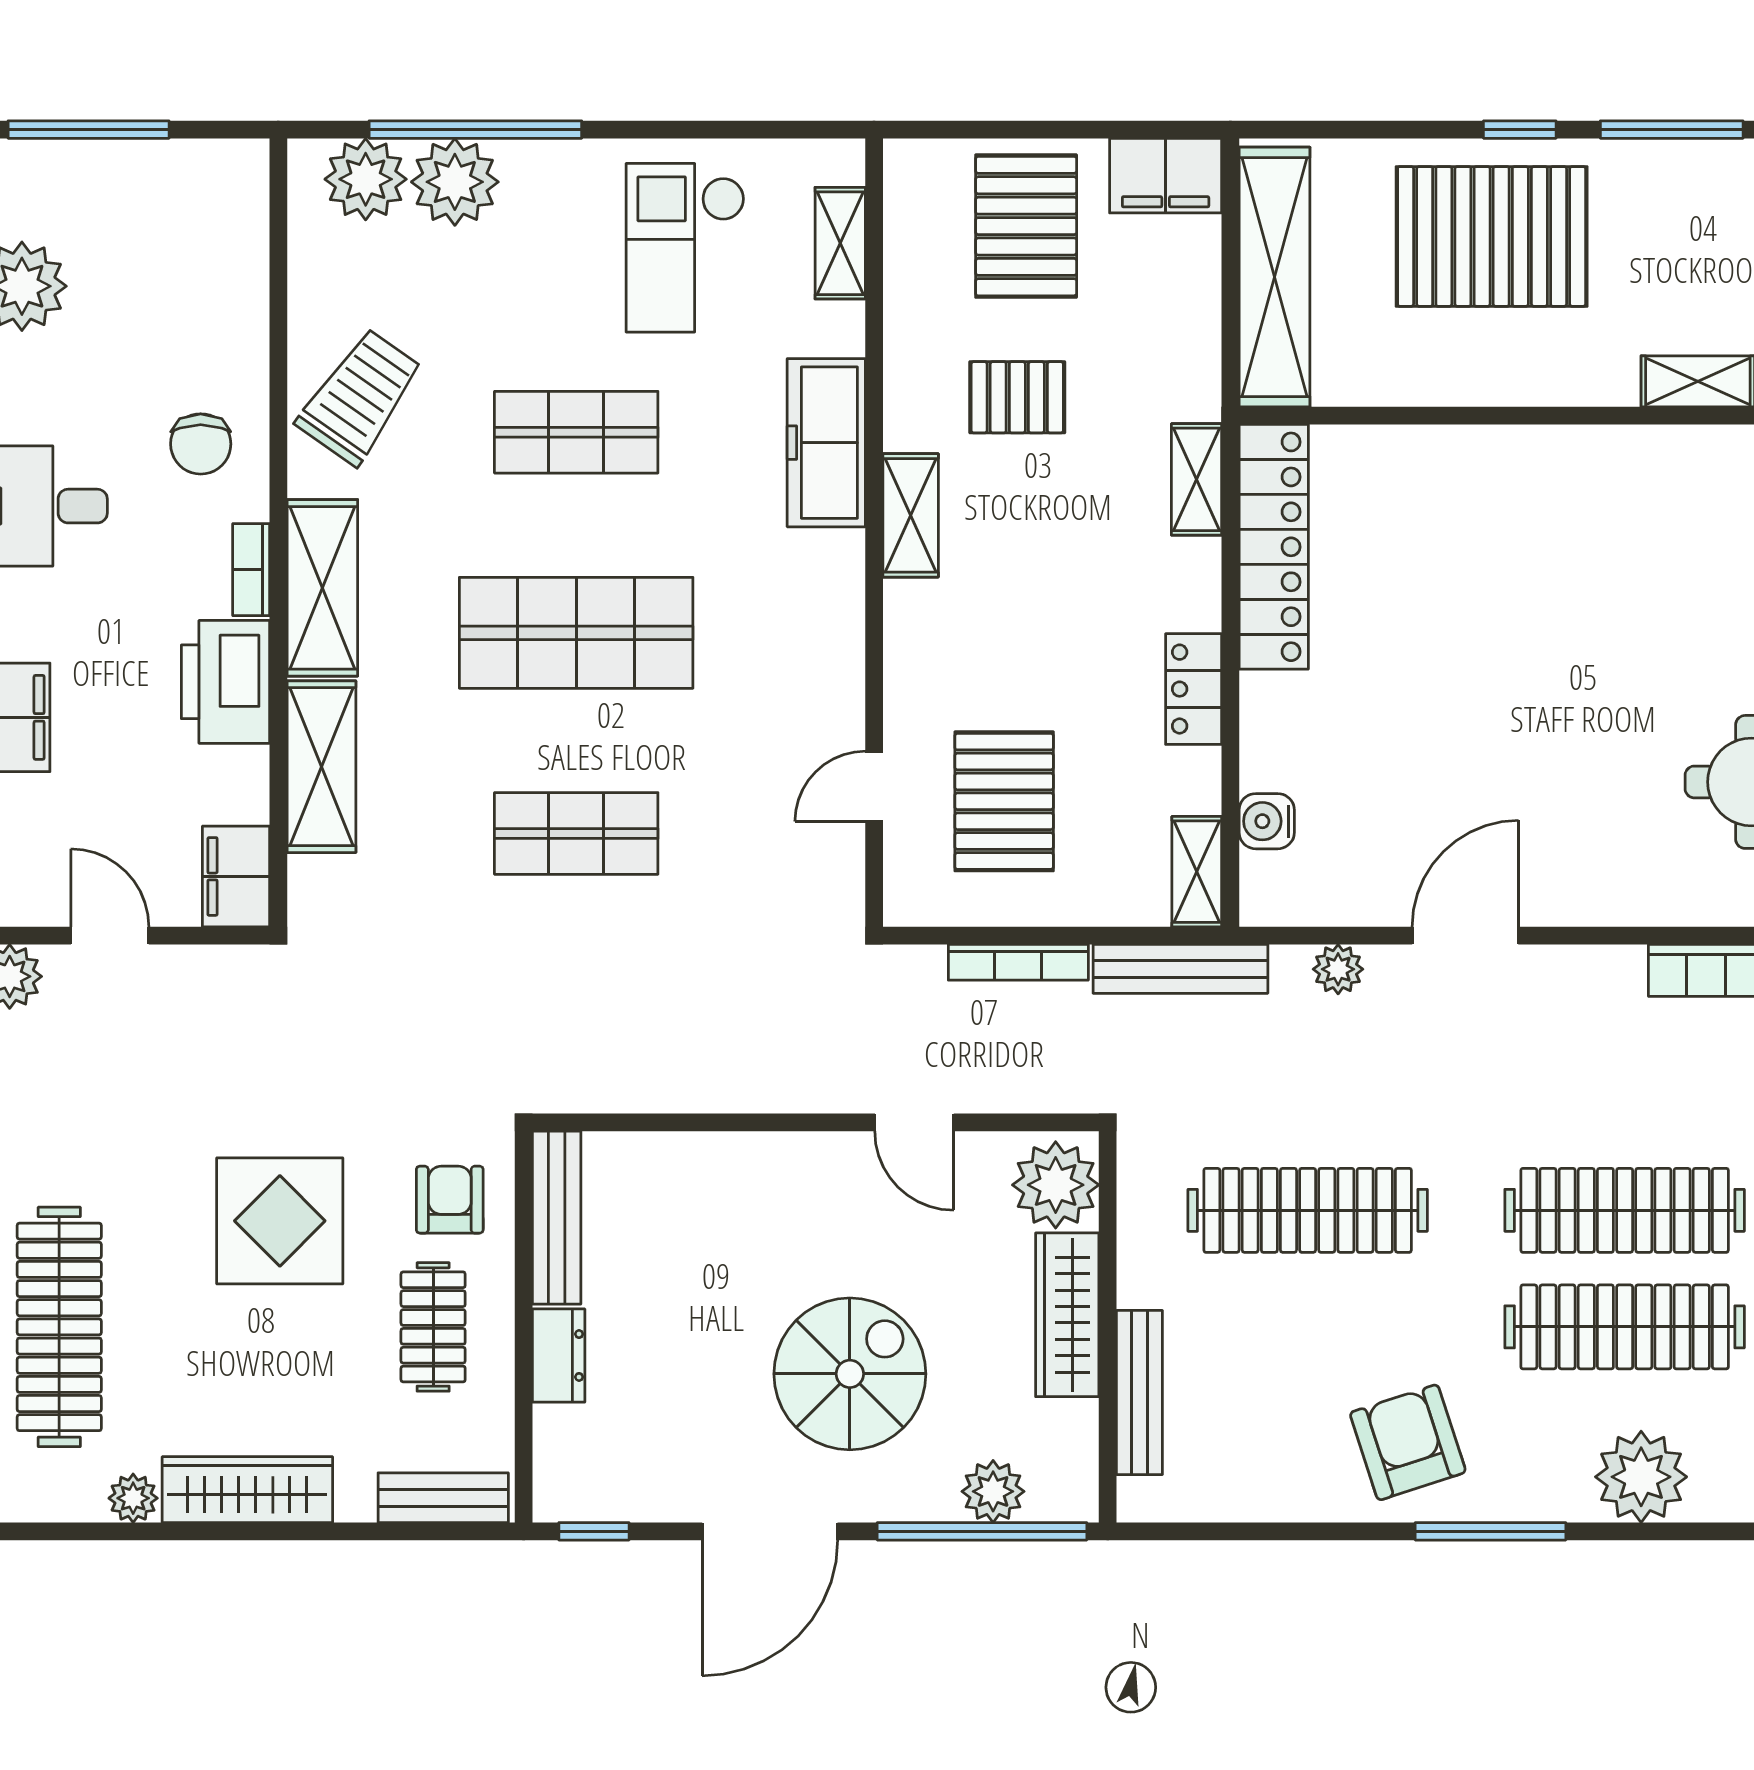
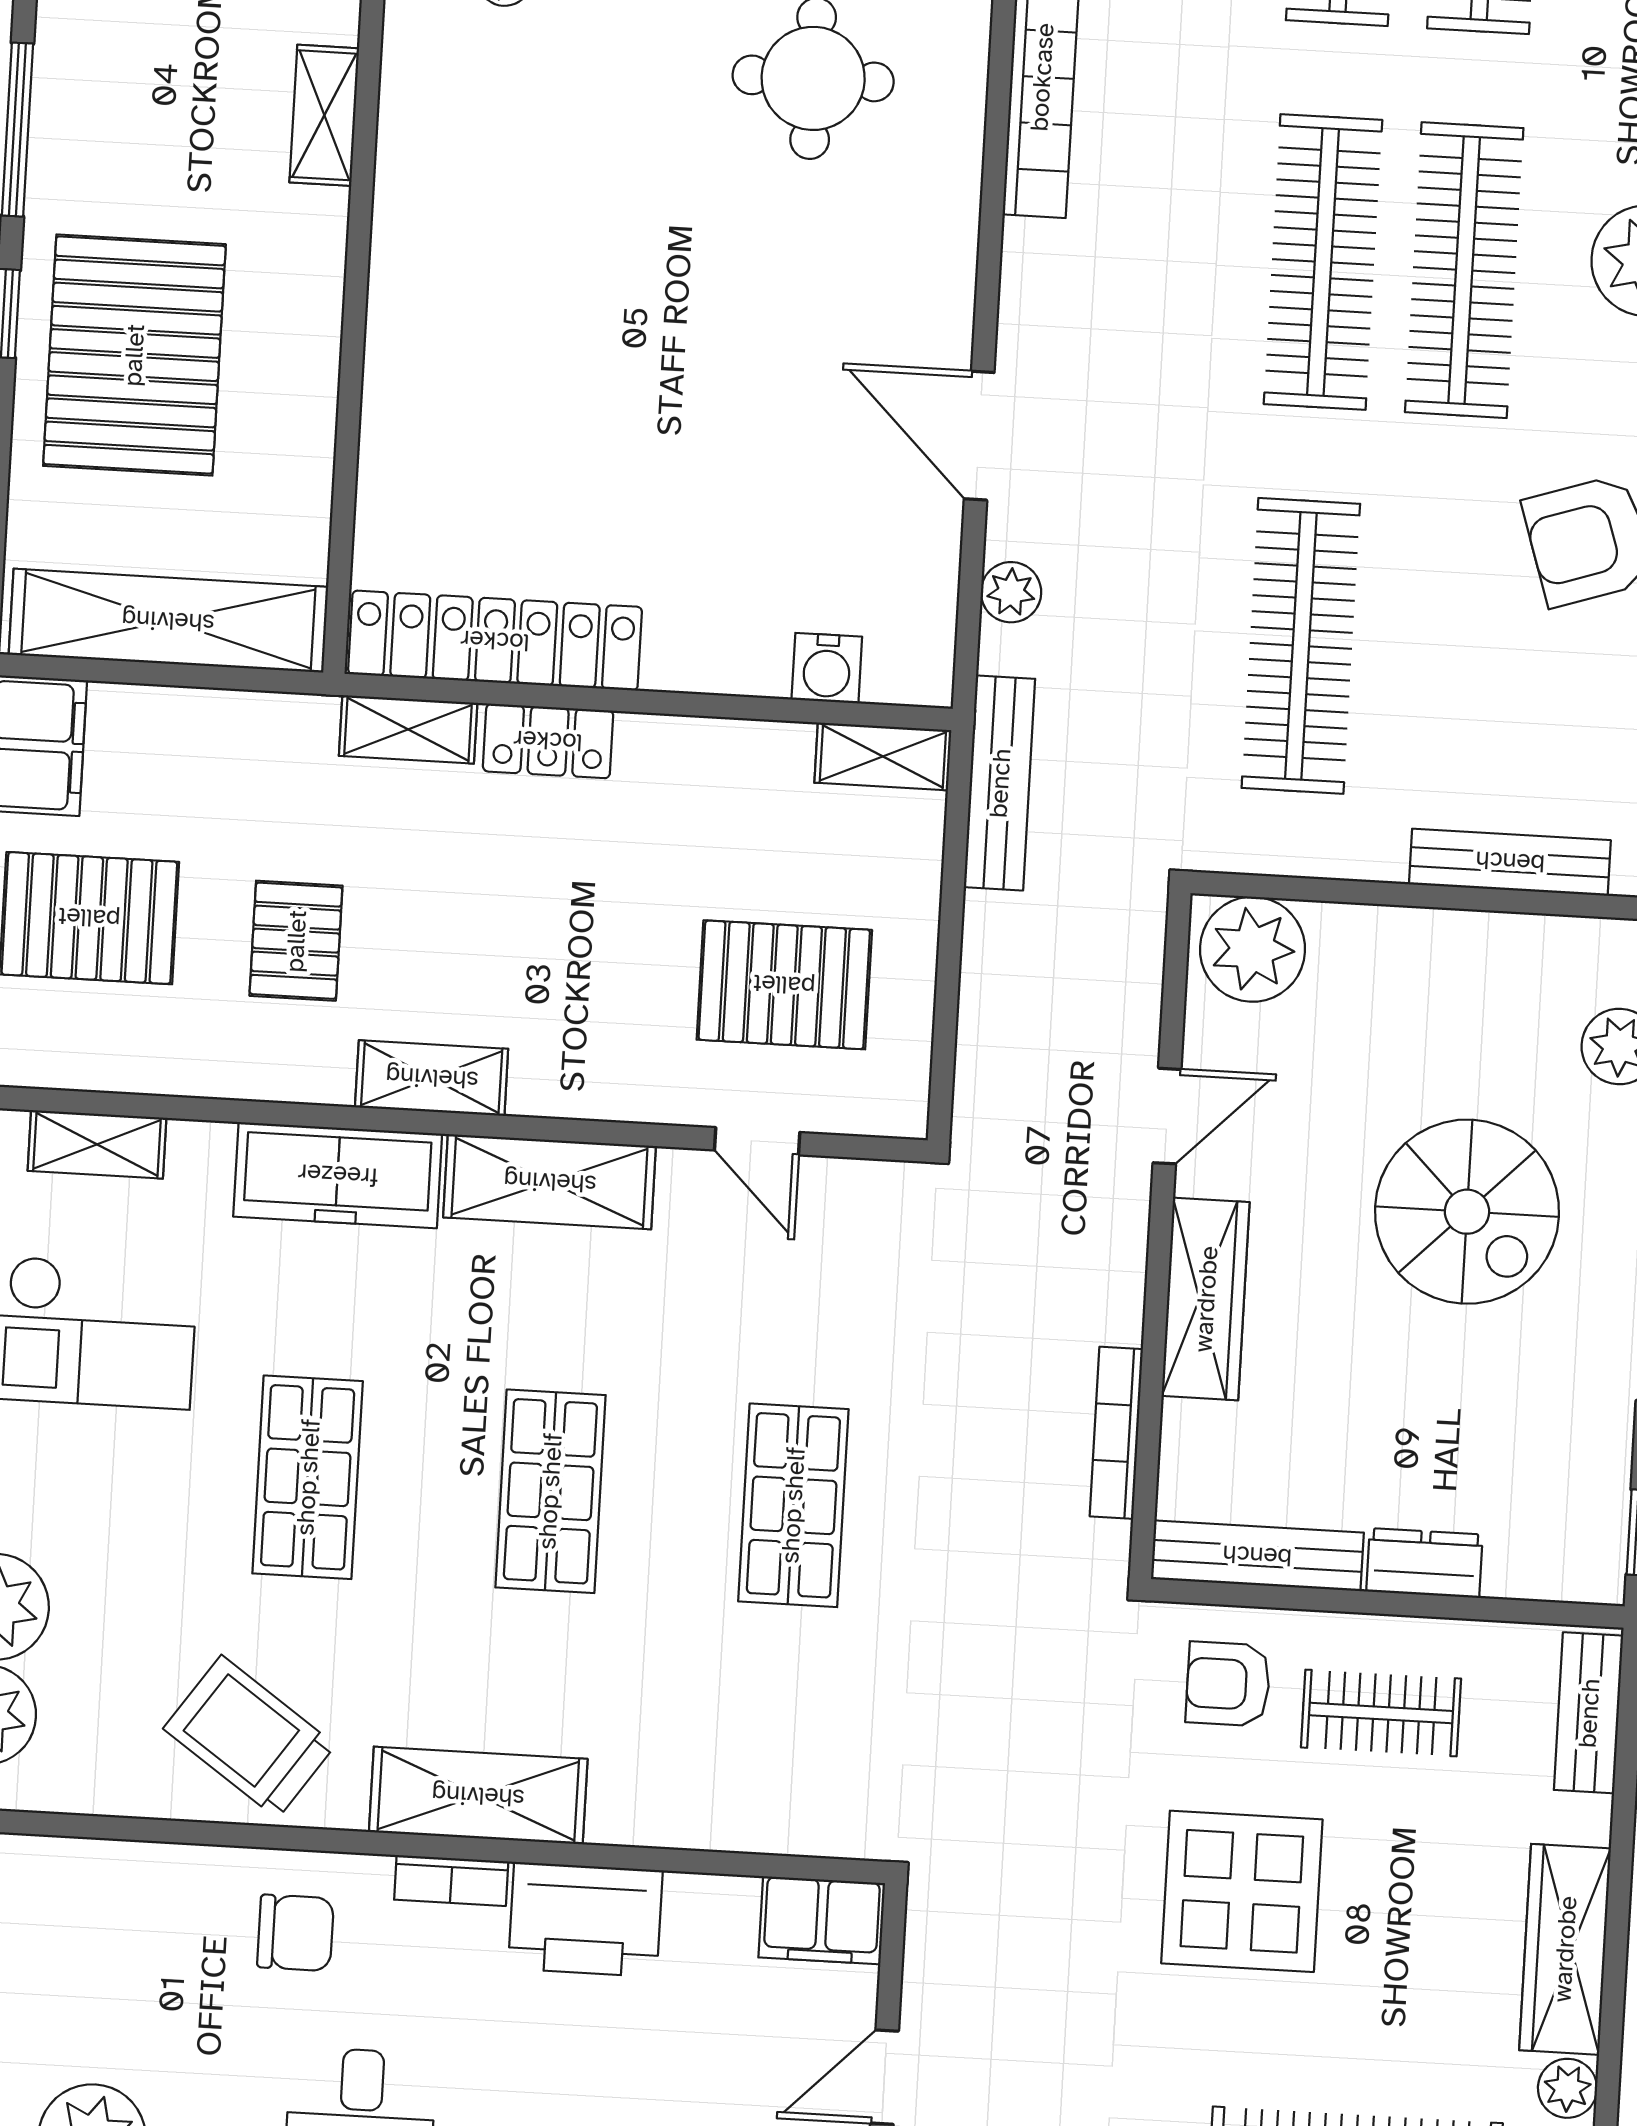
shop shelf: (576, 633) -> (550, 1491), width x0.70, depth x0.74
locker: (1194, 689) -> (548, 741), moved
shelving: (321, 767) -> (550, 1182), moved
bookcase: (1018, 962) -> (1116, 1433), moved, turned 180
wardrobe: (1067, 1315) -> (1206, 1299), moved, turned -90
spiral stairs: (850, 1374) -> (1467, 1212), turned 180

